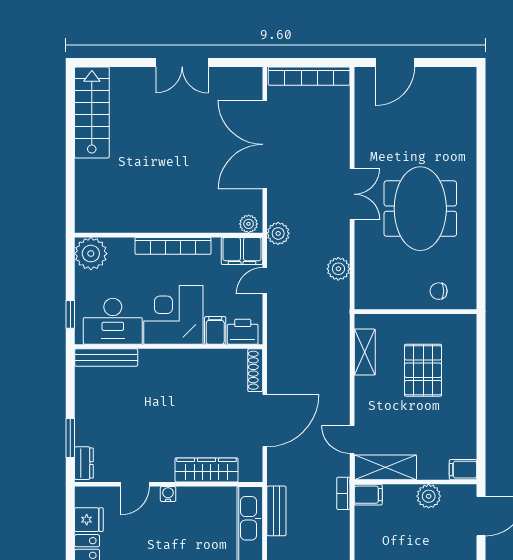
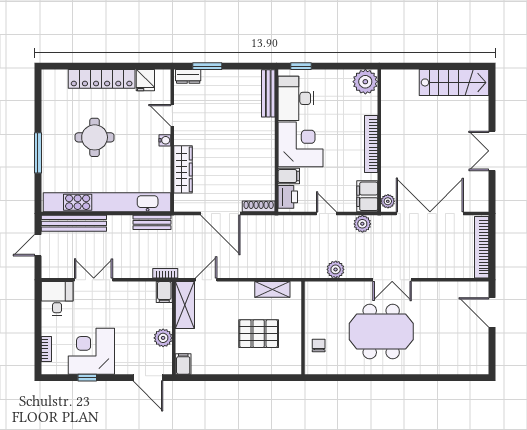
plant: (249, 224) -> (388, 201), moved
wall: (169, 235) -> (379, 141), moved
bookcase: (173, 246) -> (371, 144), moved
filing cabinet: (242, 251) -> (367, 196), moved
plant: (91, 254) -> (365, 82), moved

